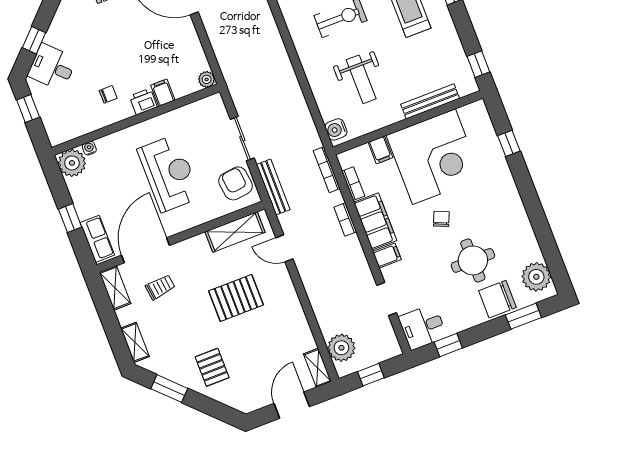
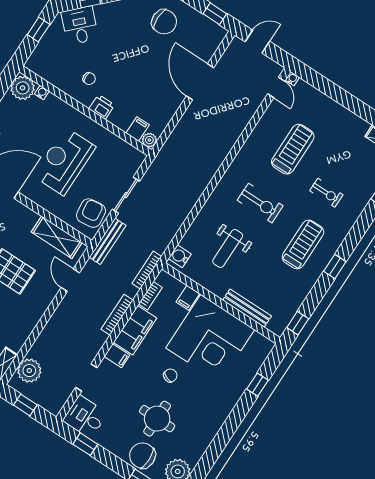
filing cabinet: (163, 93) -> (138, 129), moved
reception desk: (169, 173) -> (64, 161), turned 180
bookcase: (345, 220) -> (117, 315), width x1.56

